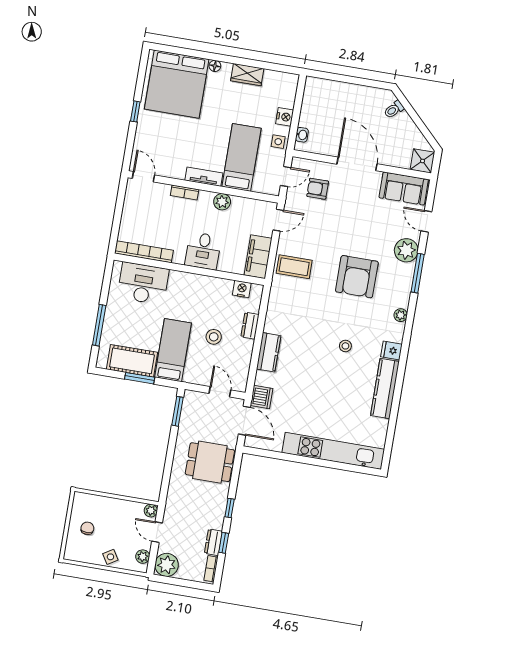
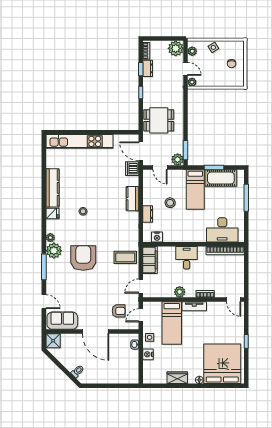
plant: (406, 250) -> (54, 251), moved
plant: (192, 399) -> (178, 159), added

